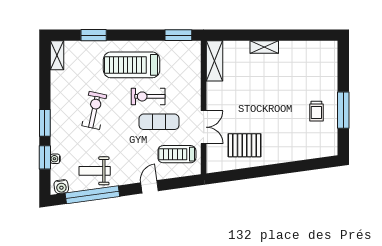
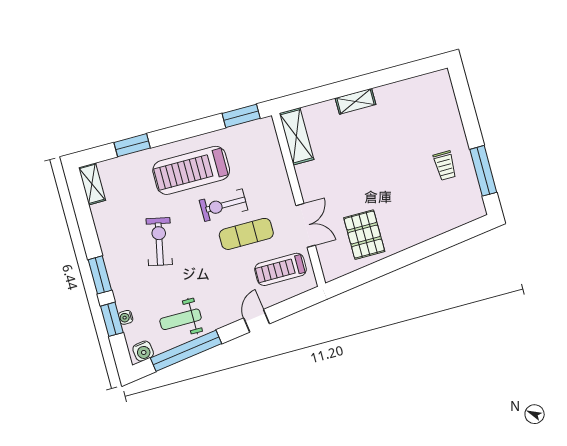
window: (343, 110) -> (483, 171), moved
pallet: (244, 145) -> (364, 235), turned 90

